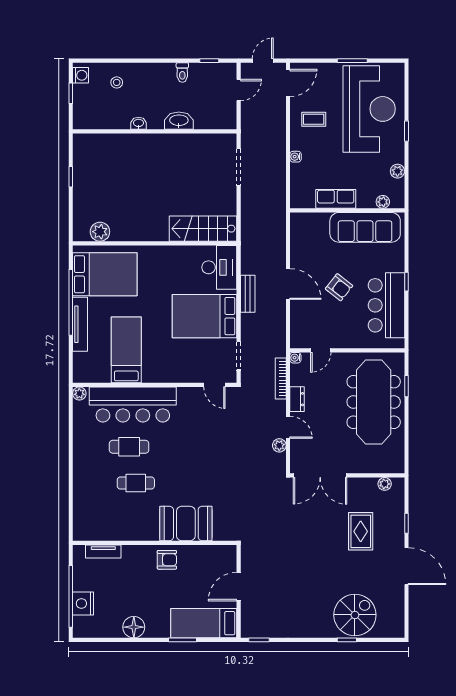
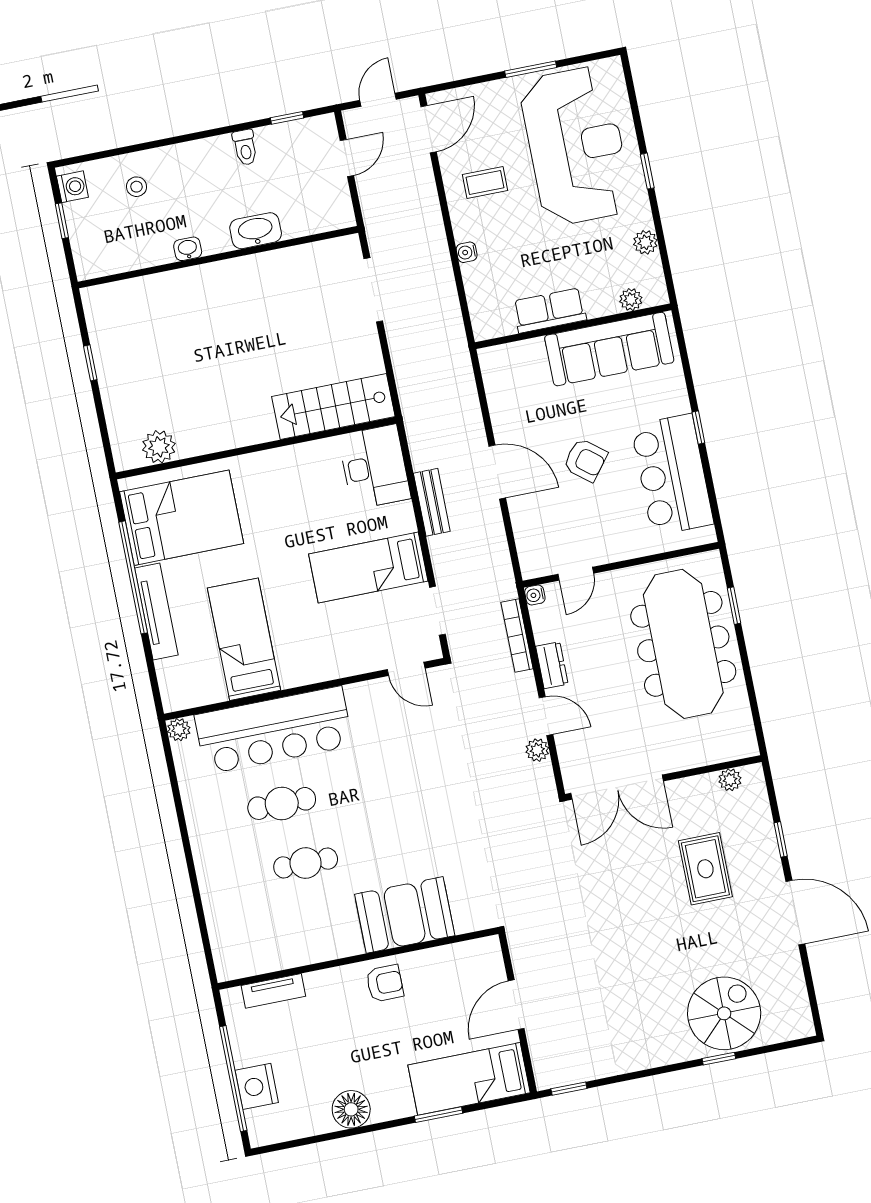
bed: (205, 316) -> (368, 567), width x0.67

